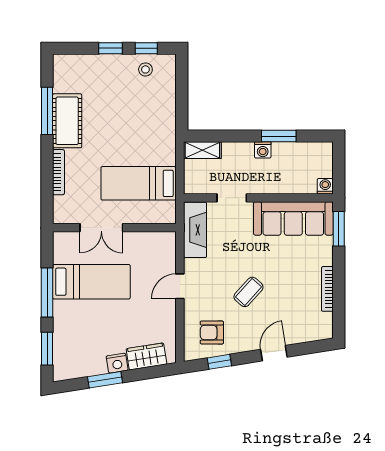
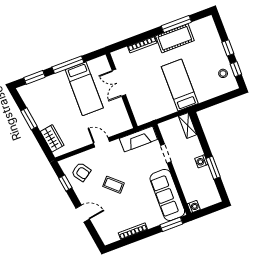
bed: (139, 183) -> (180, 85), moved
armchair: (212, 332) -> (81, 172), turned 145
nightstand: (117, 363) -> (42, 122), removed

